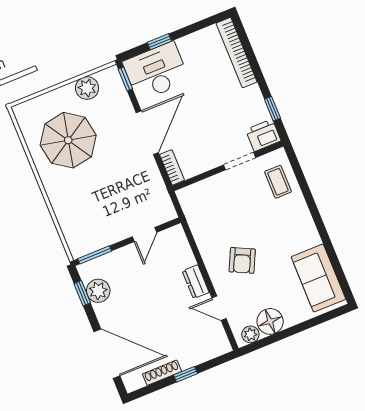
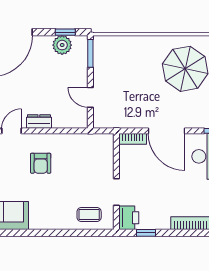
armchair: (242, 260) -> (41, 163), turned -116

